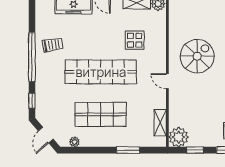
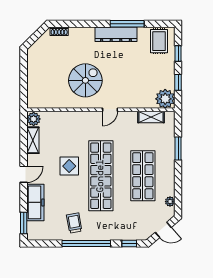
display table: (135, 40) -> (69, 166), moved
spiral stairs: (197, 56) -> (85, 80), turned 90

